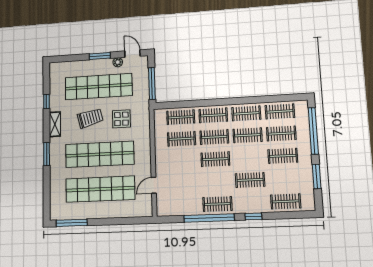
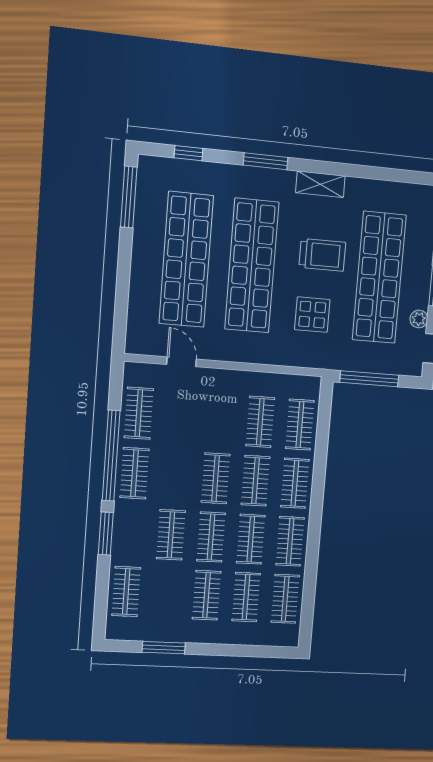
window: (46, 101) -> (188, 153), moved
trolley: (90, 118) -> (322, 255), turned -76
window: (313, 131) -> (243, 651), removed
clothes rail: (249, 158) -> (211, 537), added
clothes rail: (184, 205) -> (139, 413), added
window: (253, 216) -> (106, 534), width x1.50

